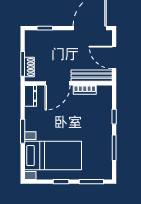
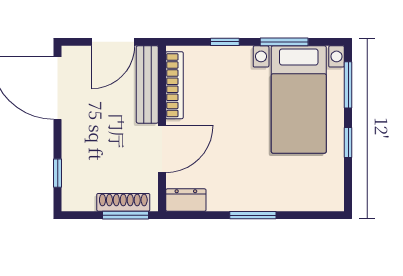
shoe rack: (29, 67) -> (123, 202), width x1.43
door: (58, 83) -> (162, 149), hinge flipped
bookcase: (85, 90) -> (174, 85), width x1.56
bed with nightstands: (53, 156) -> (299, 99), moved, turned 180

